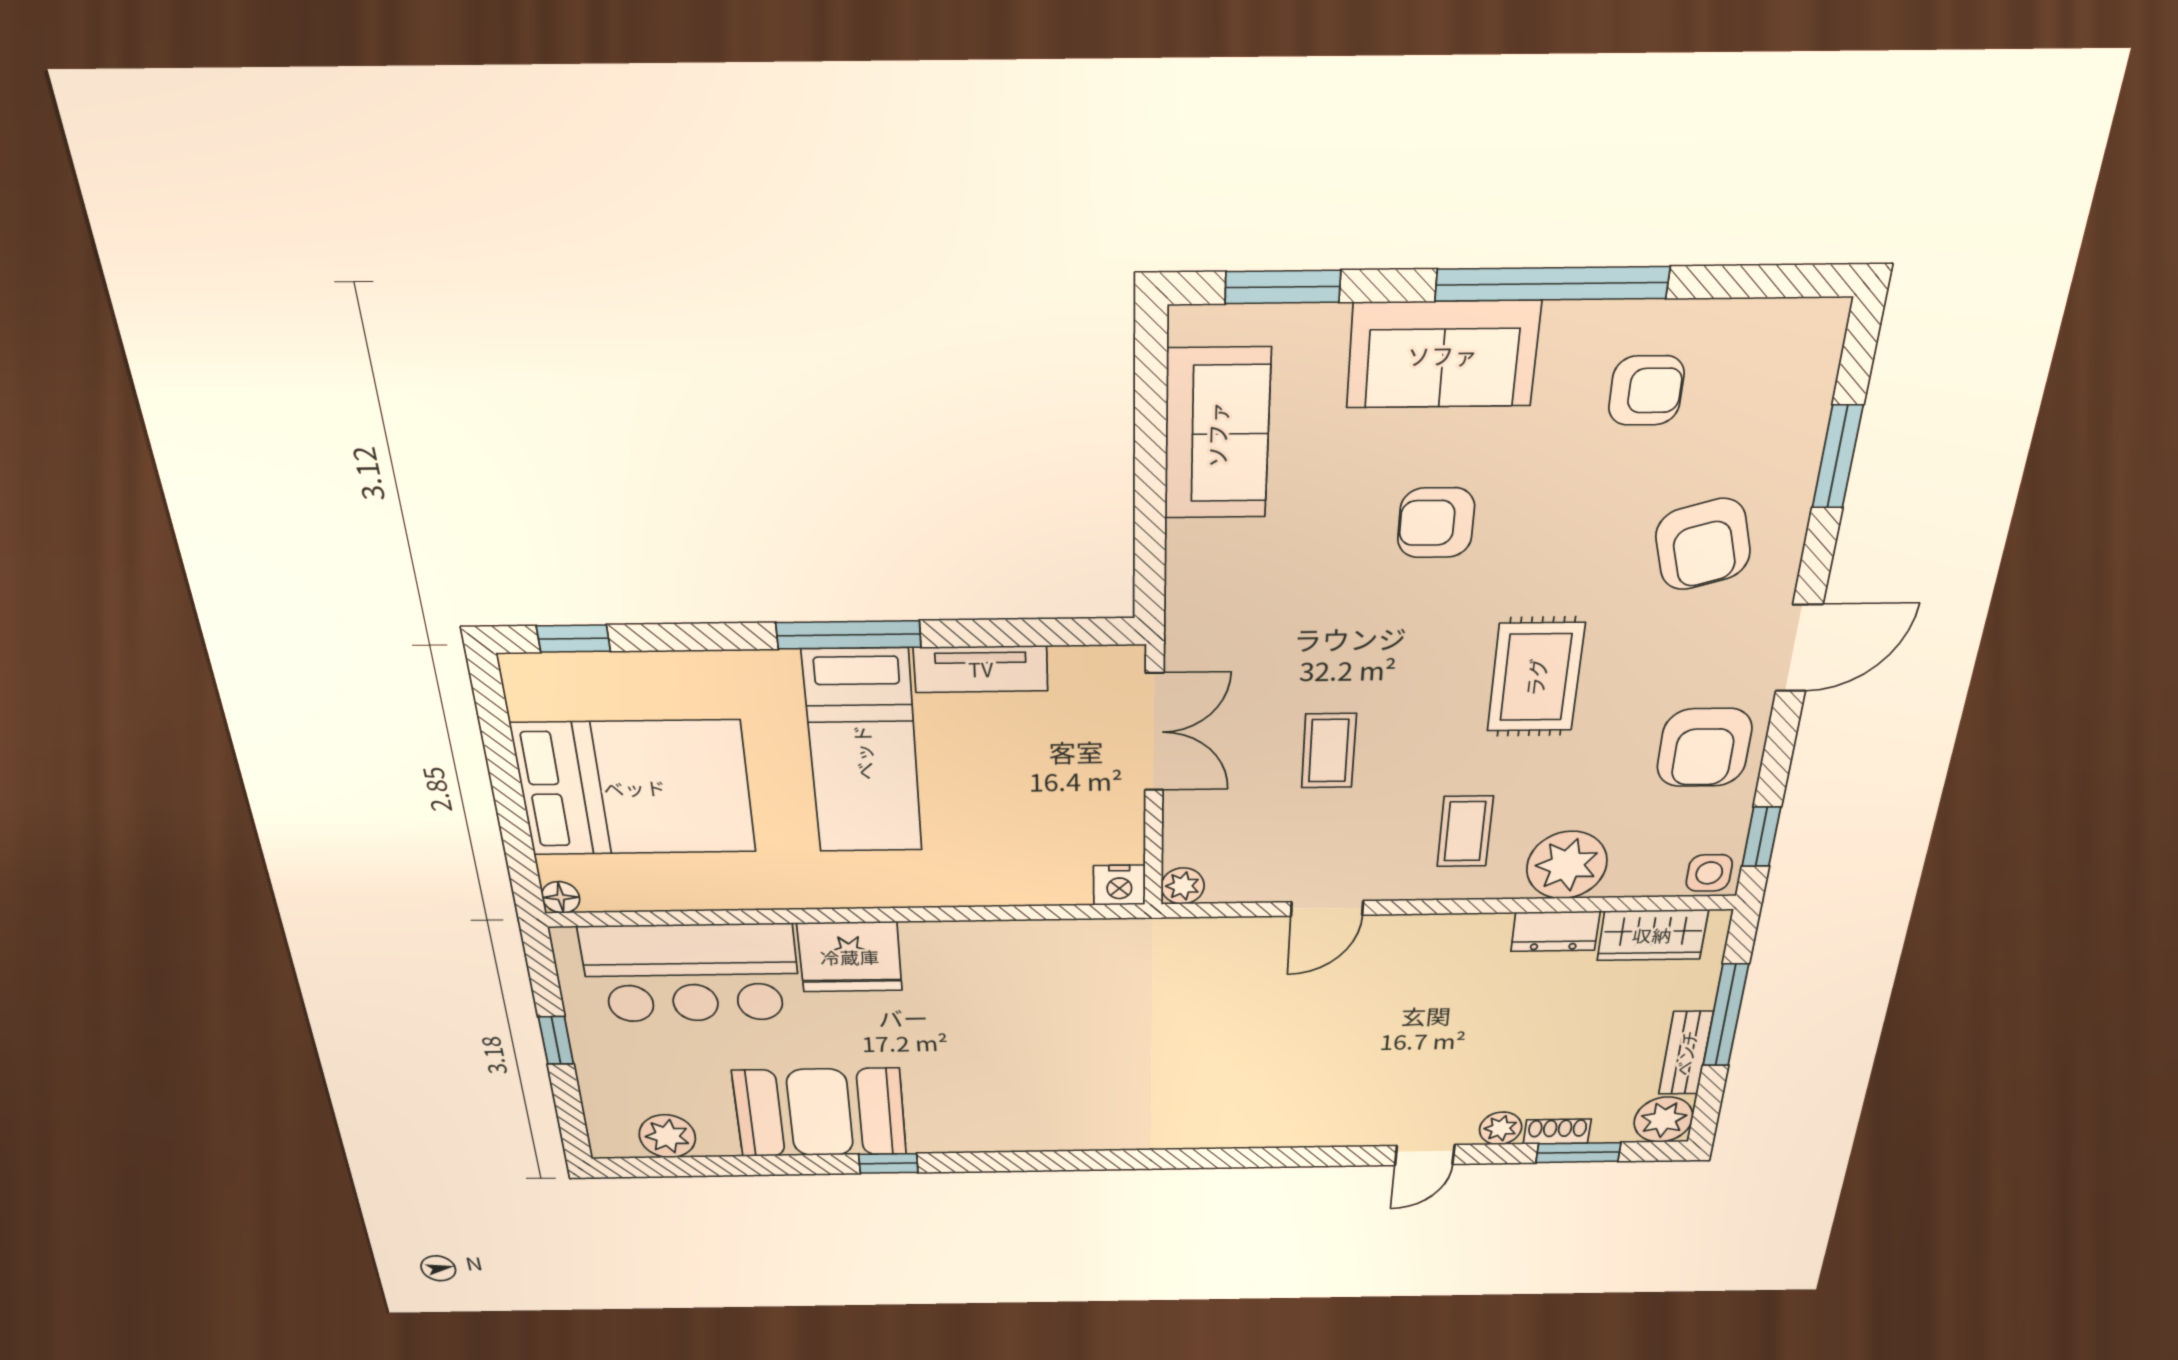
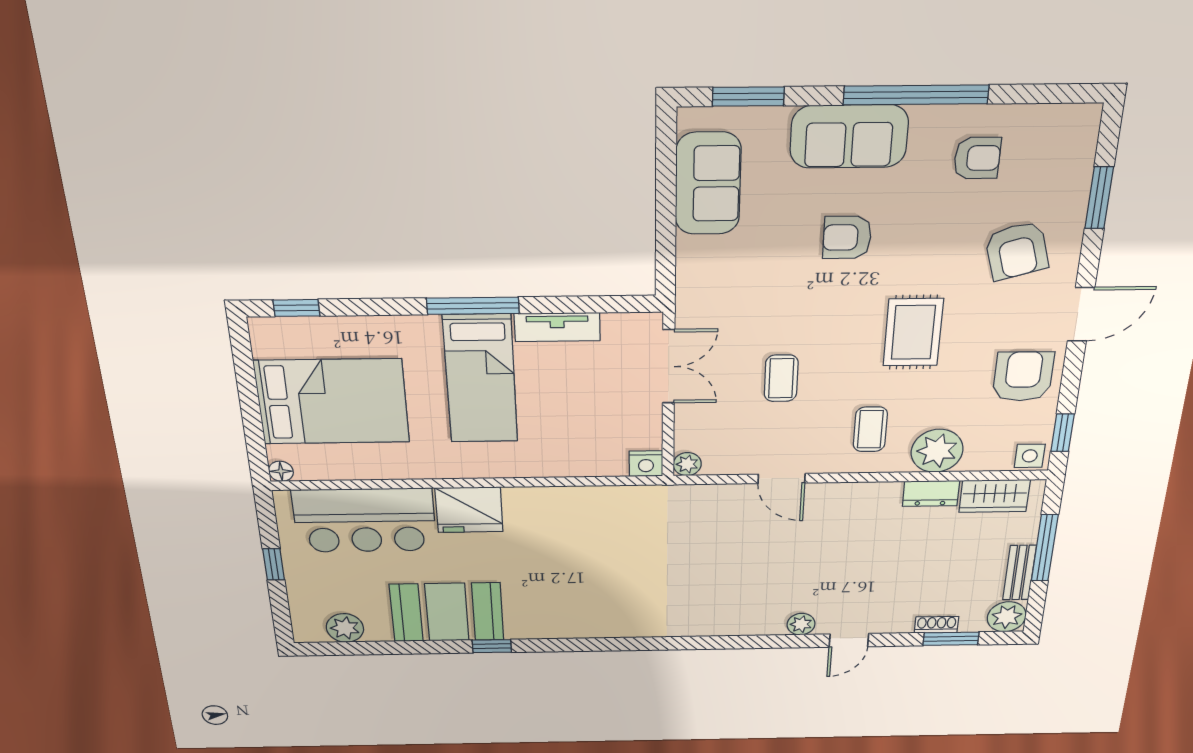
armchair: (1704, 748) -> (1023, 376), turned 180
door: (1327, 908) -> (782, 479), hinge flipped
plant: (1501, 1128) -> (801, 624), moved

